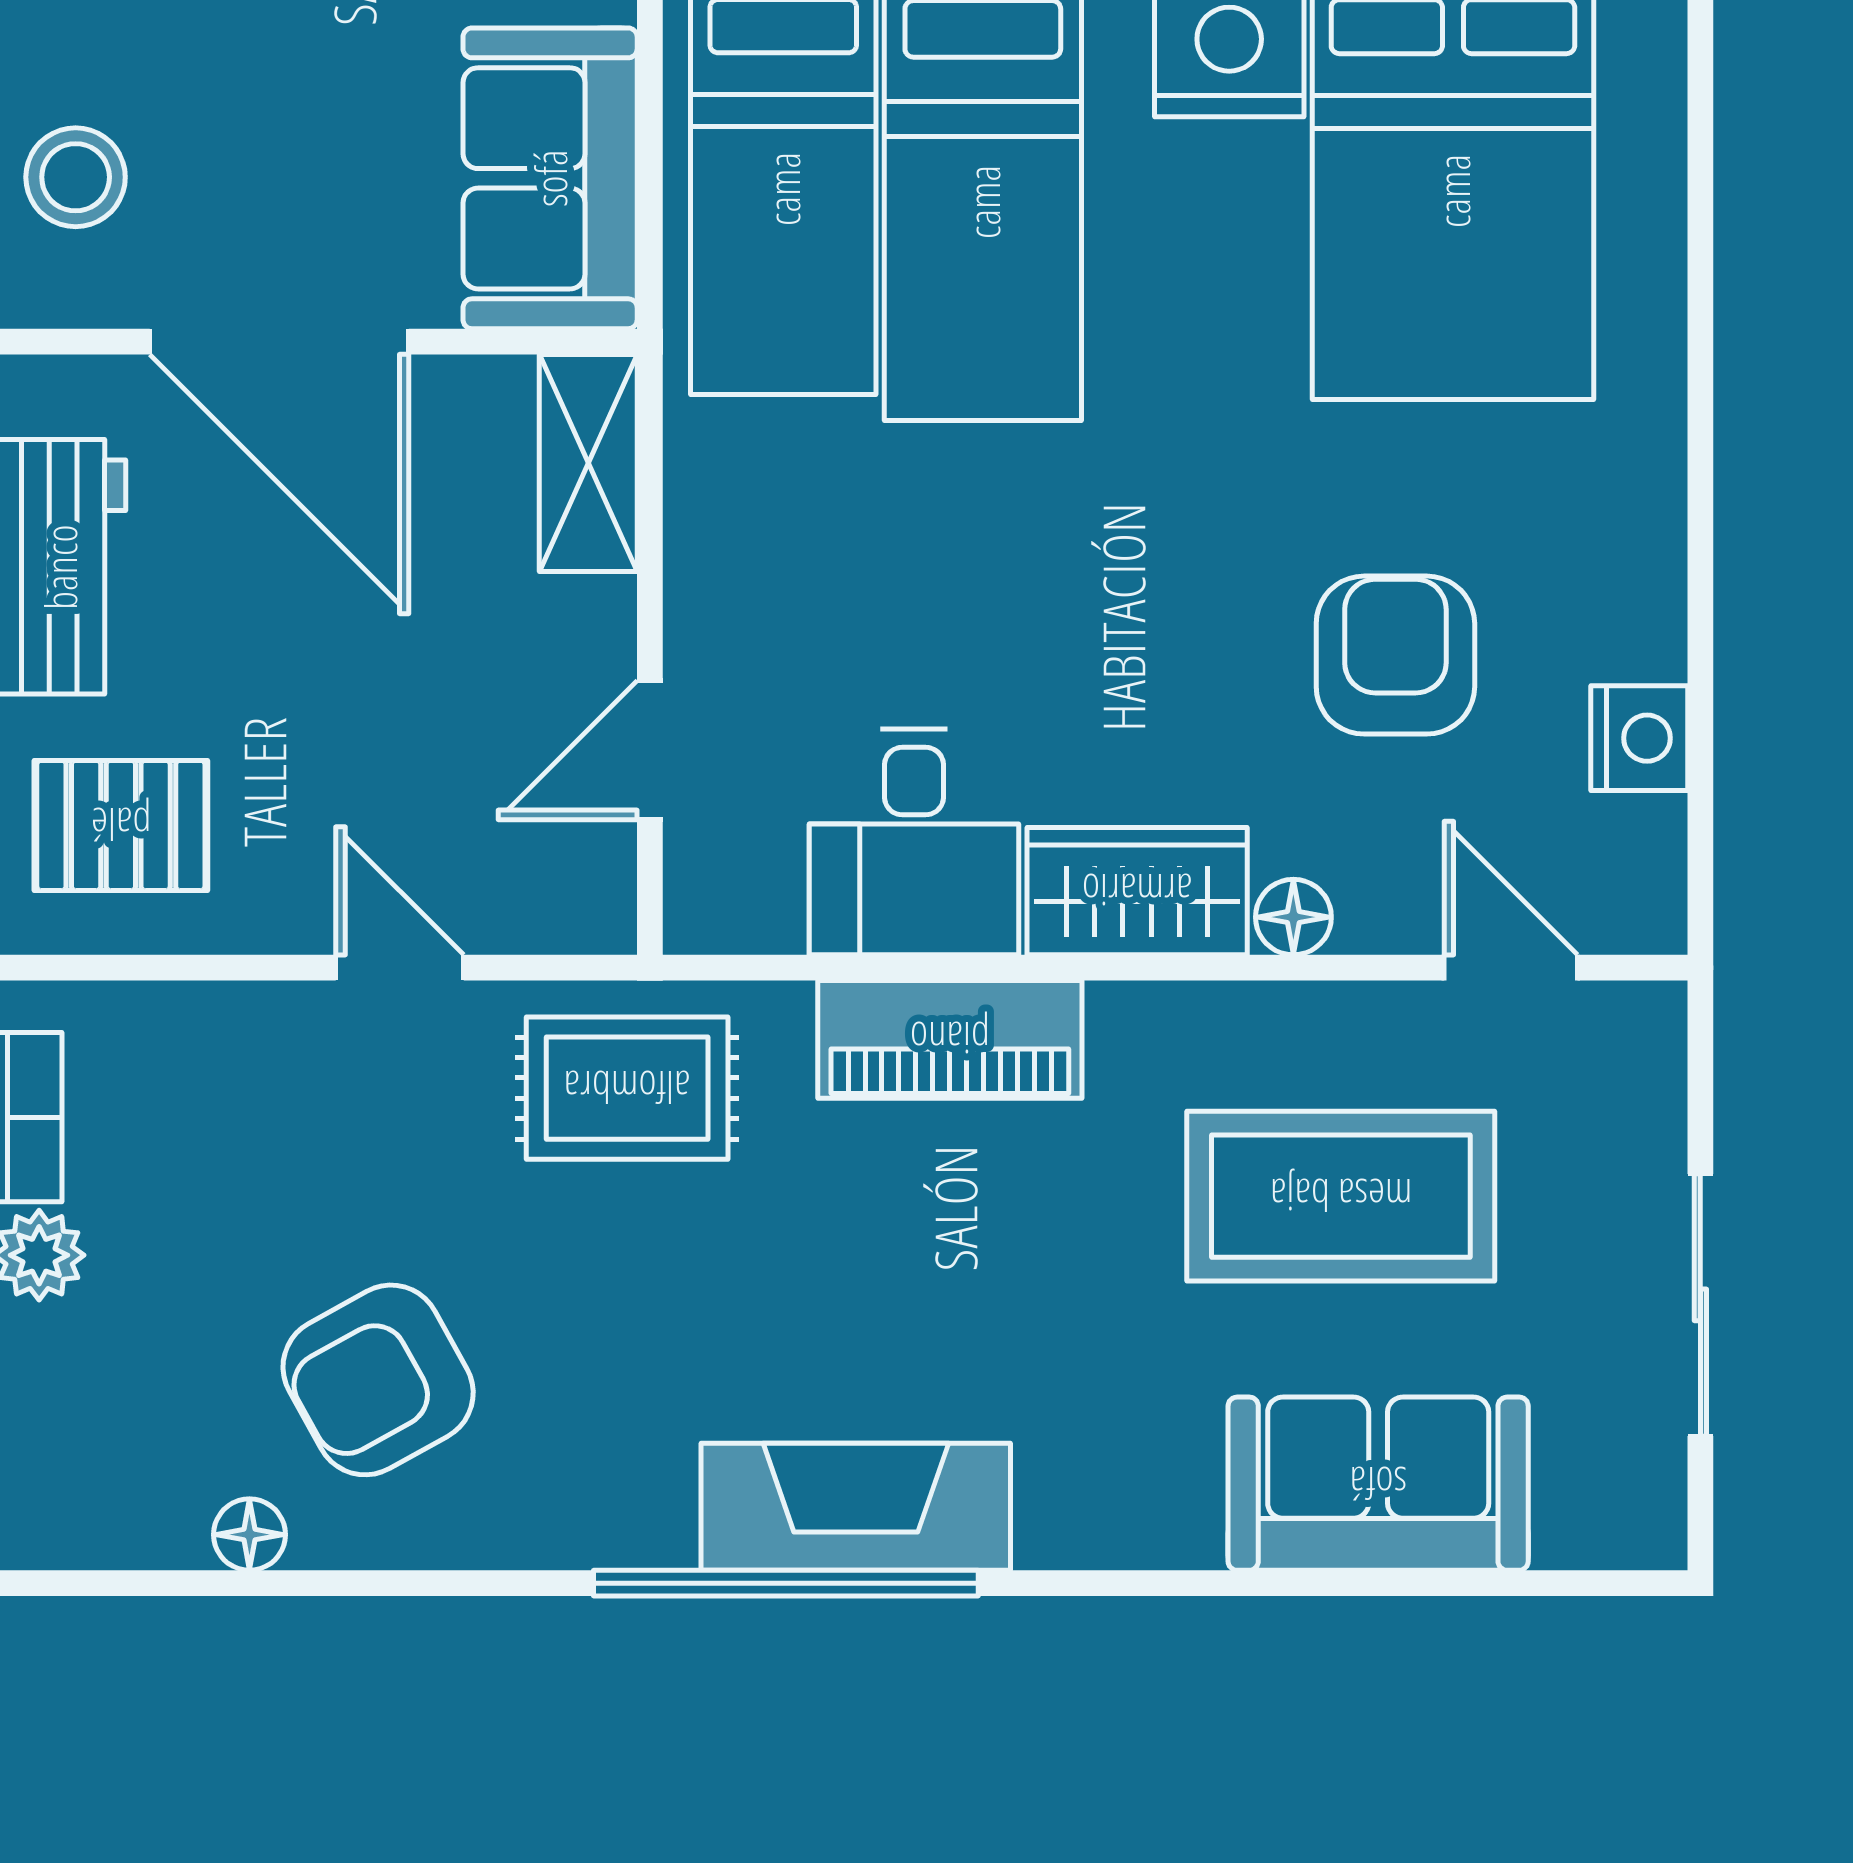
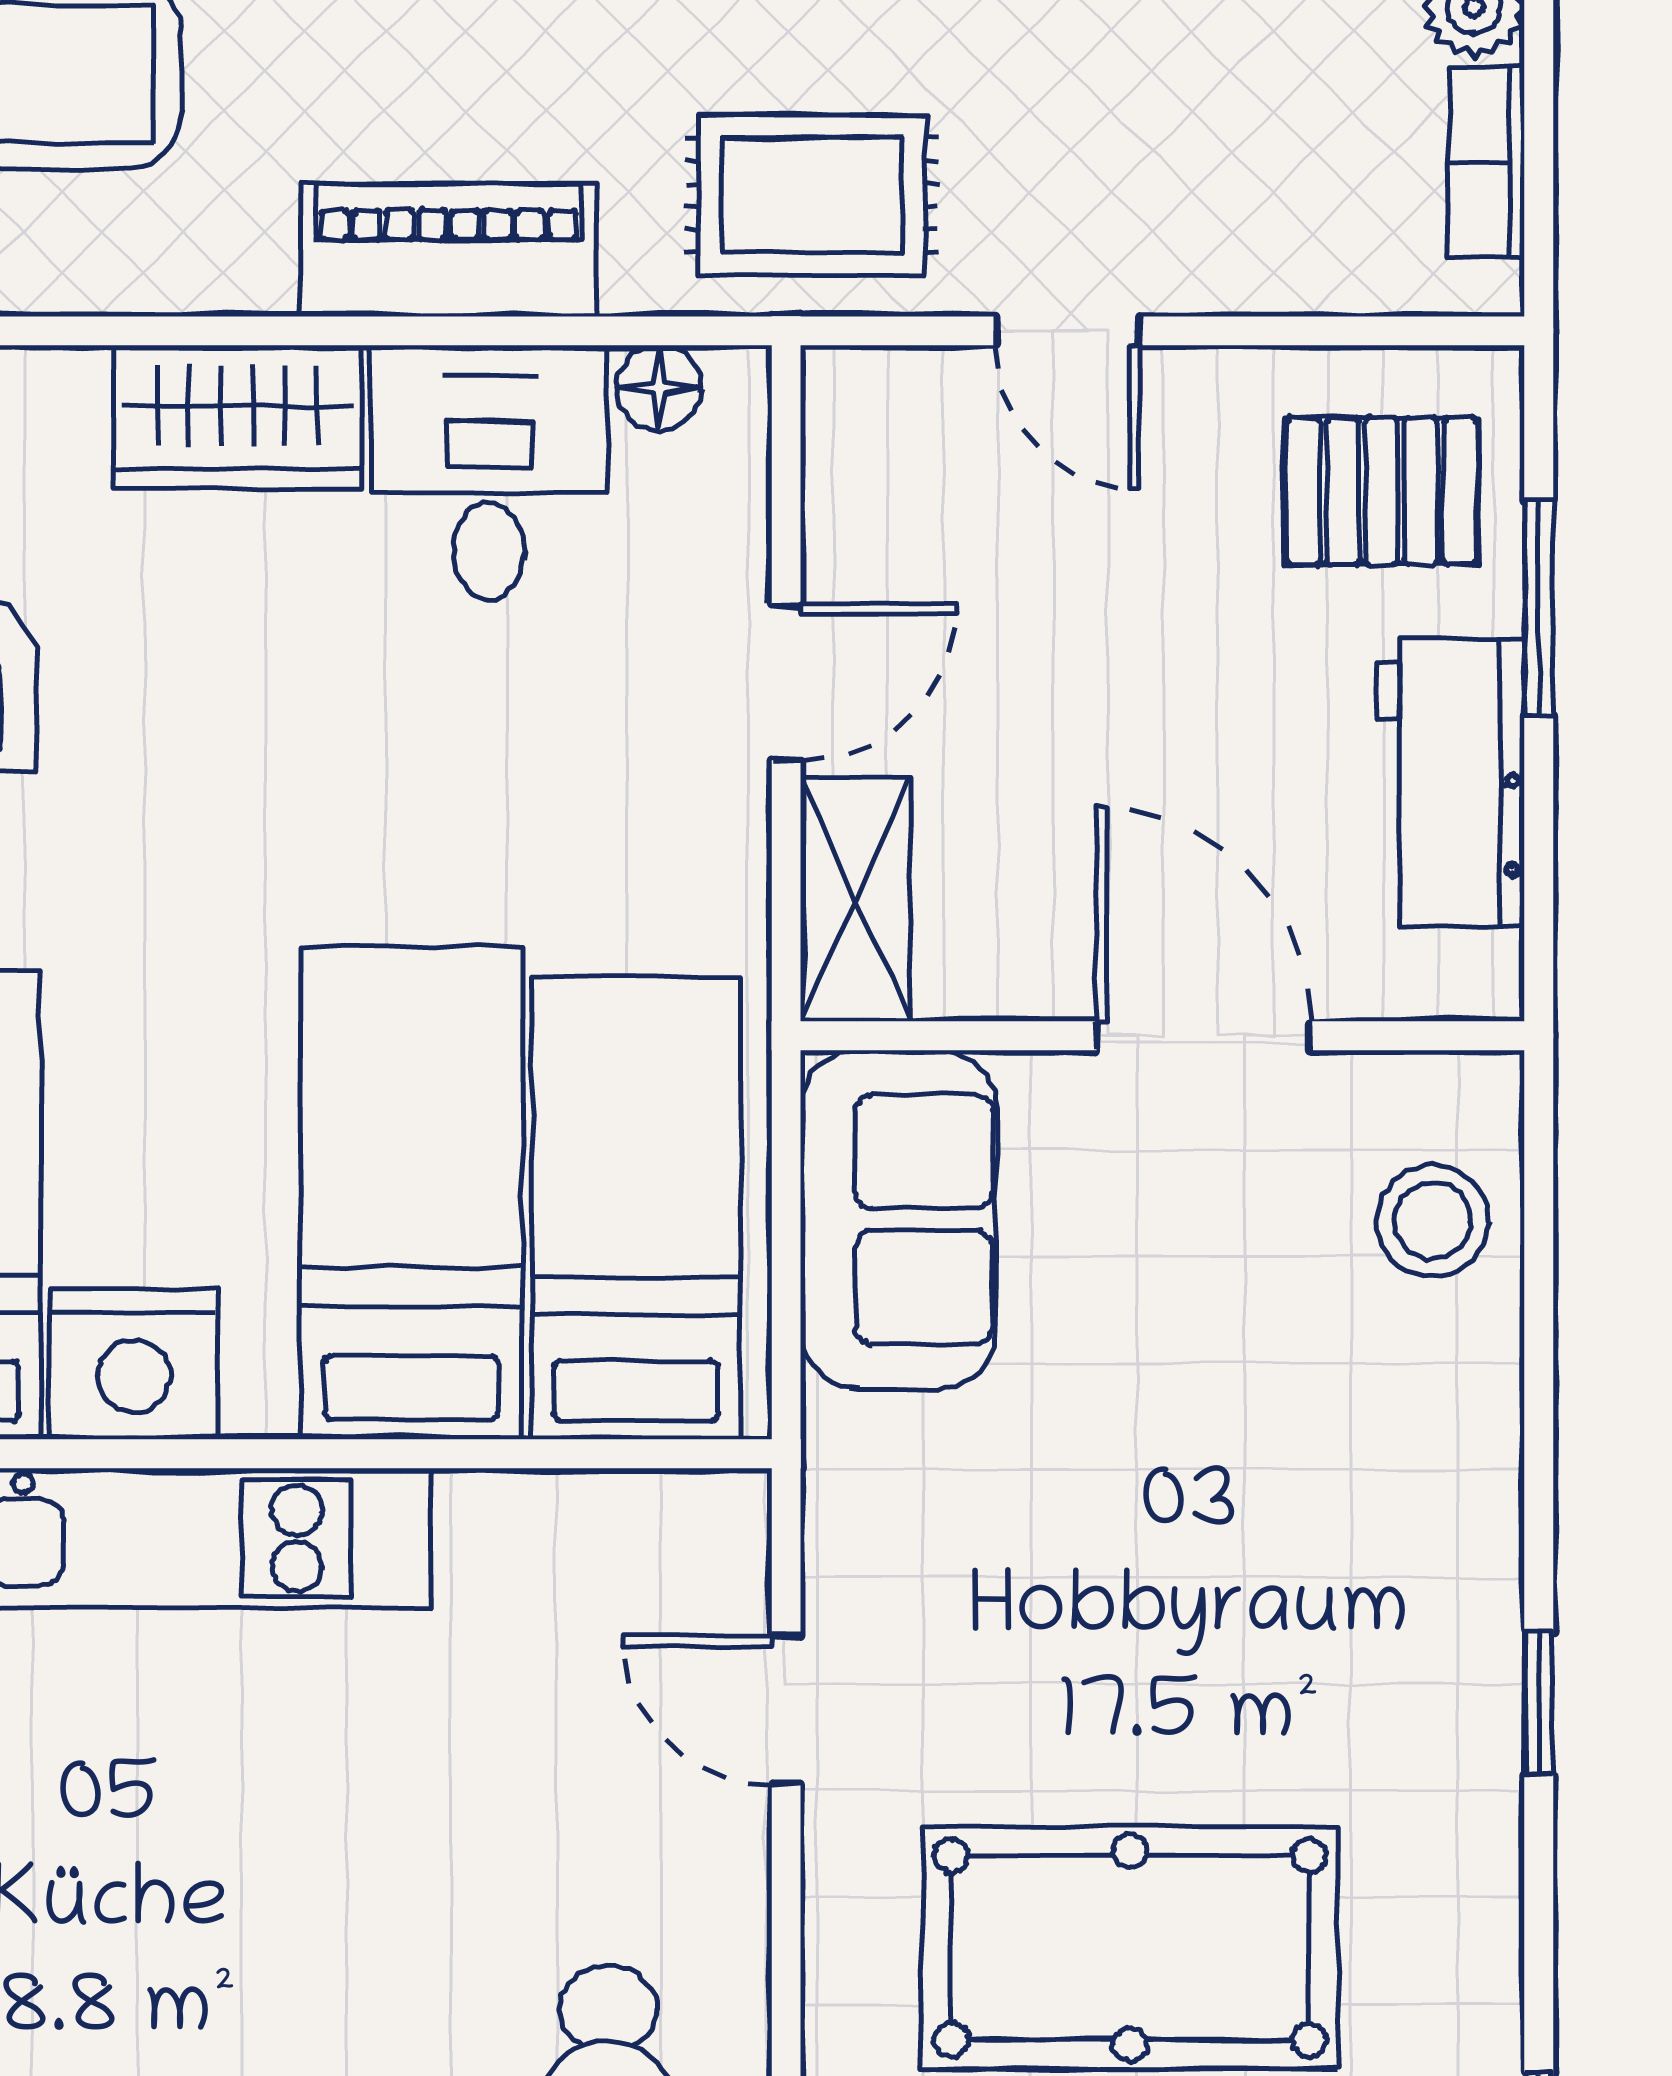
door: (279, 342) -> (1203, 1036), width x0.73
door: (650, 750) -> (786, 682), moved
floor lamp: (1293, 917) -> (659, 388), moved

